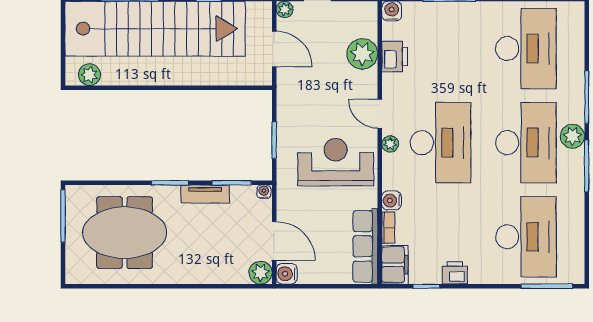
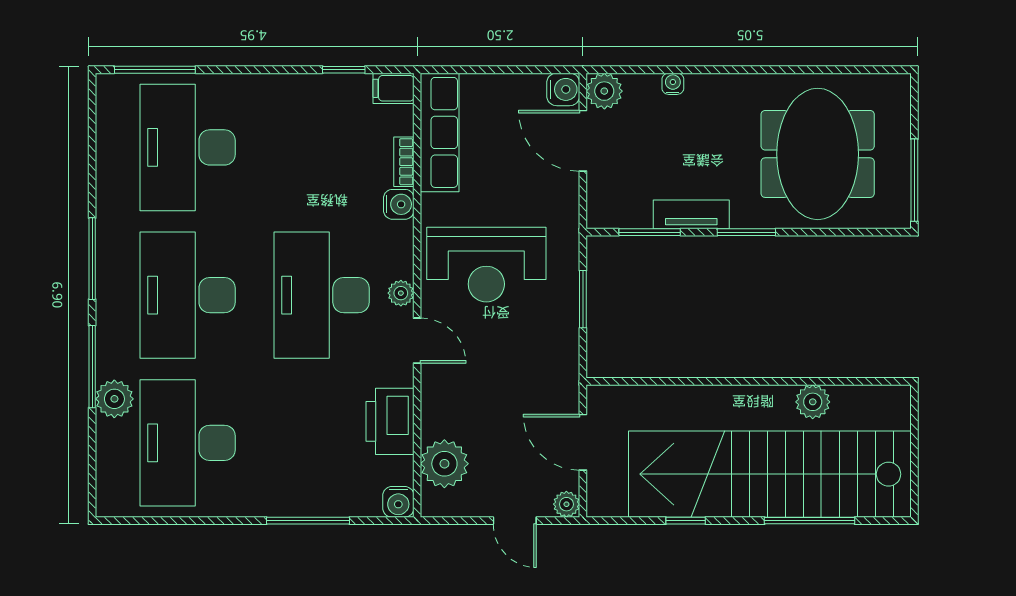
plant: (362, 54) -> (444, 464), moved
printer: (395, 56) -> (390, 421), width x1.37, depth x1.19
plant: (89, 75) -> (813, 402), moved
plant: (573, 136) -> (114, 399), moved
water cooler: (264, 192) -> (673, 84), moved, turned 180
meeting table: (125, 233) -> (818, 154), turned 90
filing cabinet: (395, 265) -> (393, 88), width x0.50
printer: (455, 273) -> (299, 91), removed

